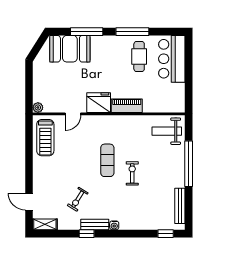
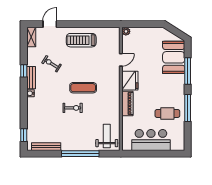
bar counter: (172, 59) -> (151, 140), moved
door: (73, 114) -> (121, 60), swing flipped
treadmill: (45, 138) -> (81, 40), moved

